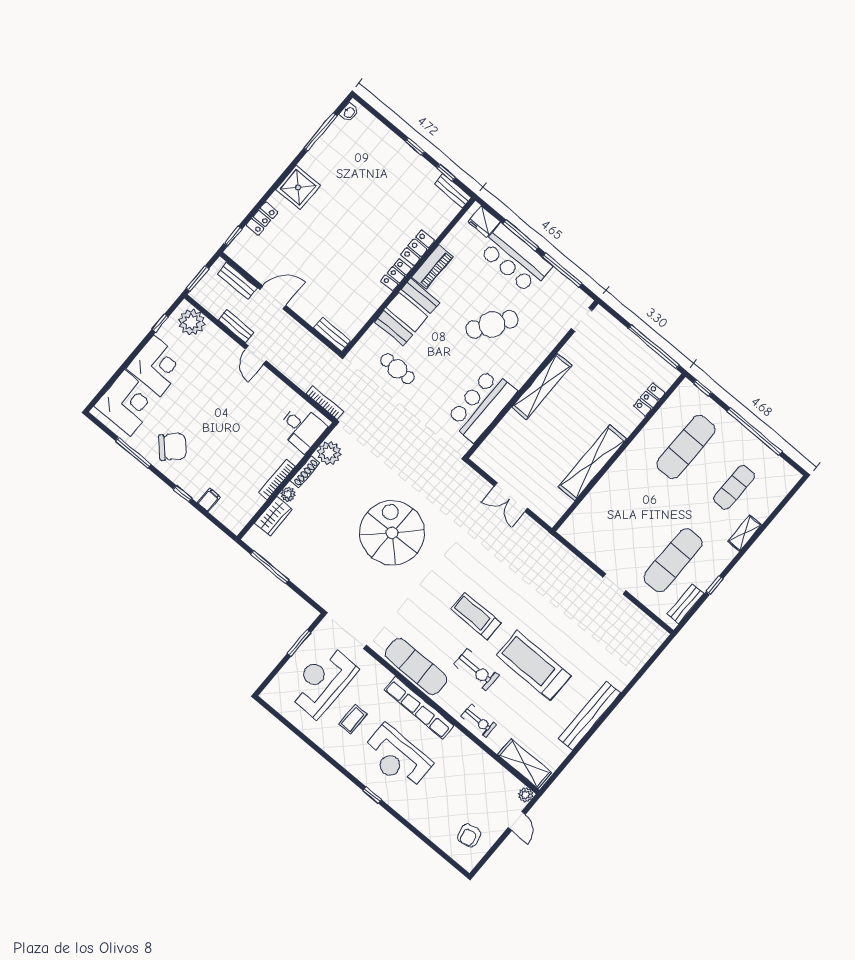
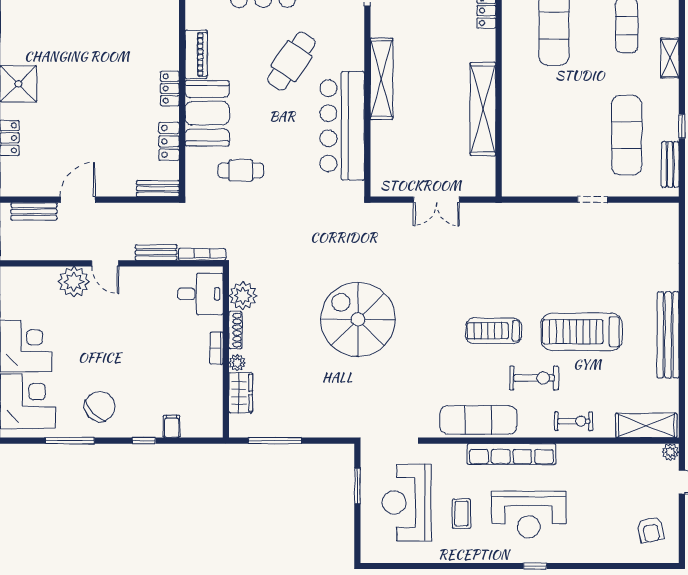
locker: (418, 248) -> (169, 141), moved
plant: (192, 322) -> (74, 282), moved
bench: (236, 326) -> (156, 252), moved
bar counter: (481, 405) -> (342, 126), width x1.36
bookcase: (277, 479) -> (216, 348), width x0.64

